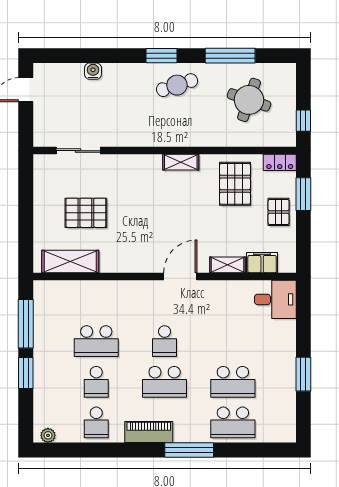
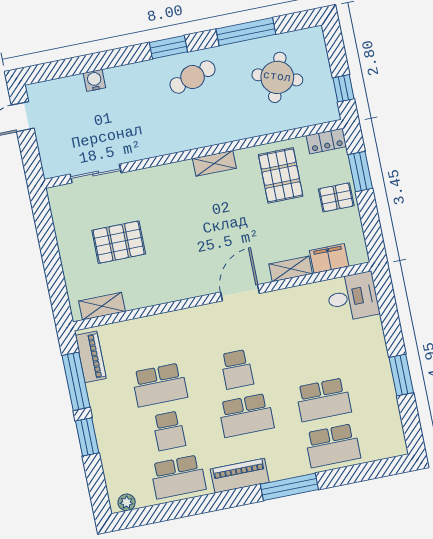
pallet: (279, 212) -> (336, 197), turned 90
shelving: (70, 262) -> (102, 306), width x0.67, depth x0.75
piano: (43, 306) -> (91, 357), added
school desk: (96, 422) -> (178, 477), width x1.85

